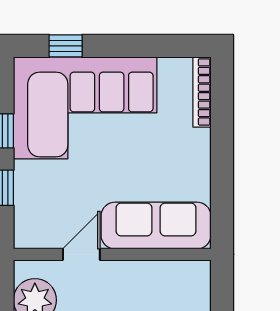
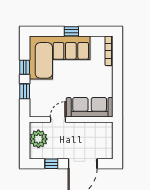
window: (66, 46) -> (71, 31), moved

